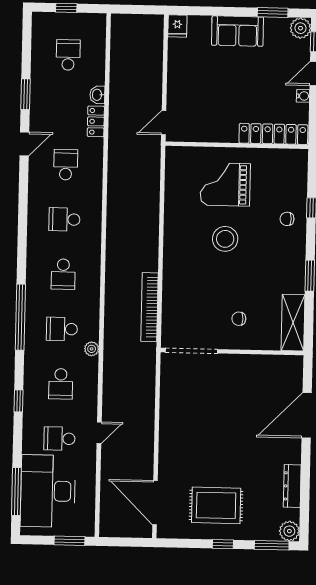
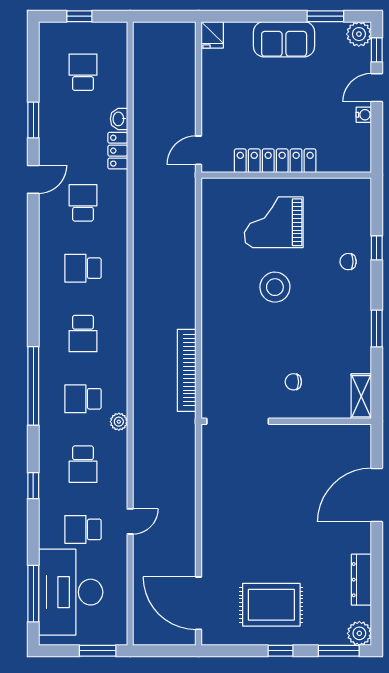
locker: (273, 134) -> (275, 161), moved
shelving: (293, 323) -> (361, 396), width x0.67, depth x0.75

